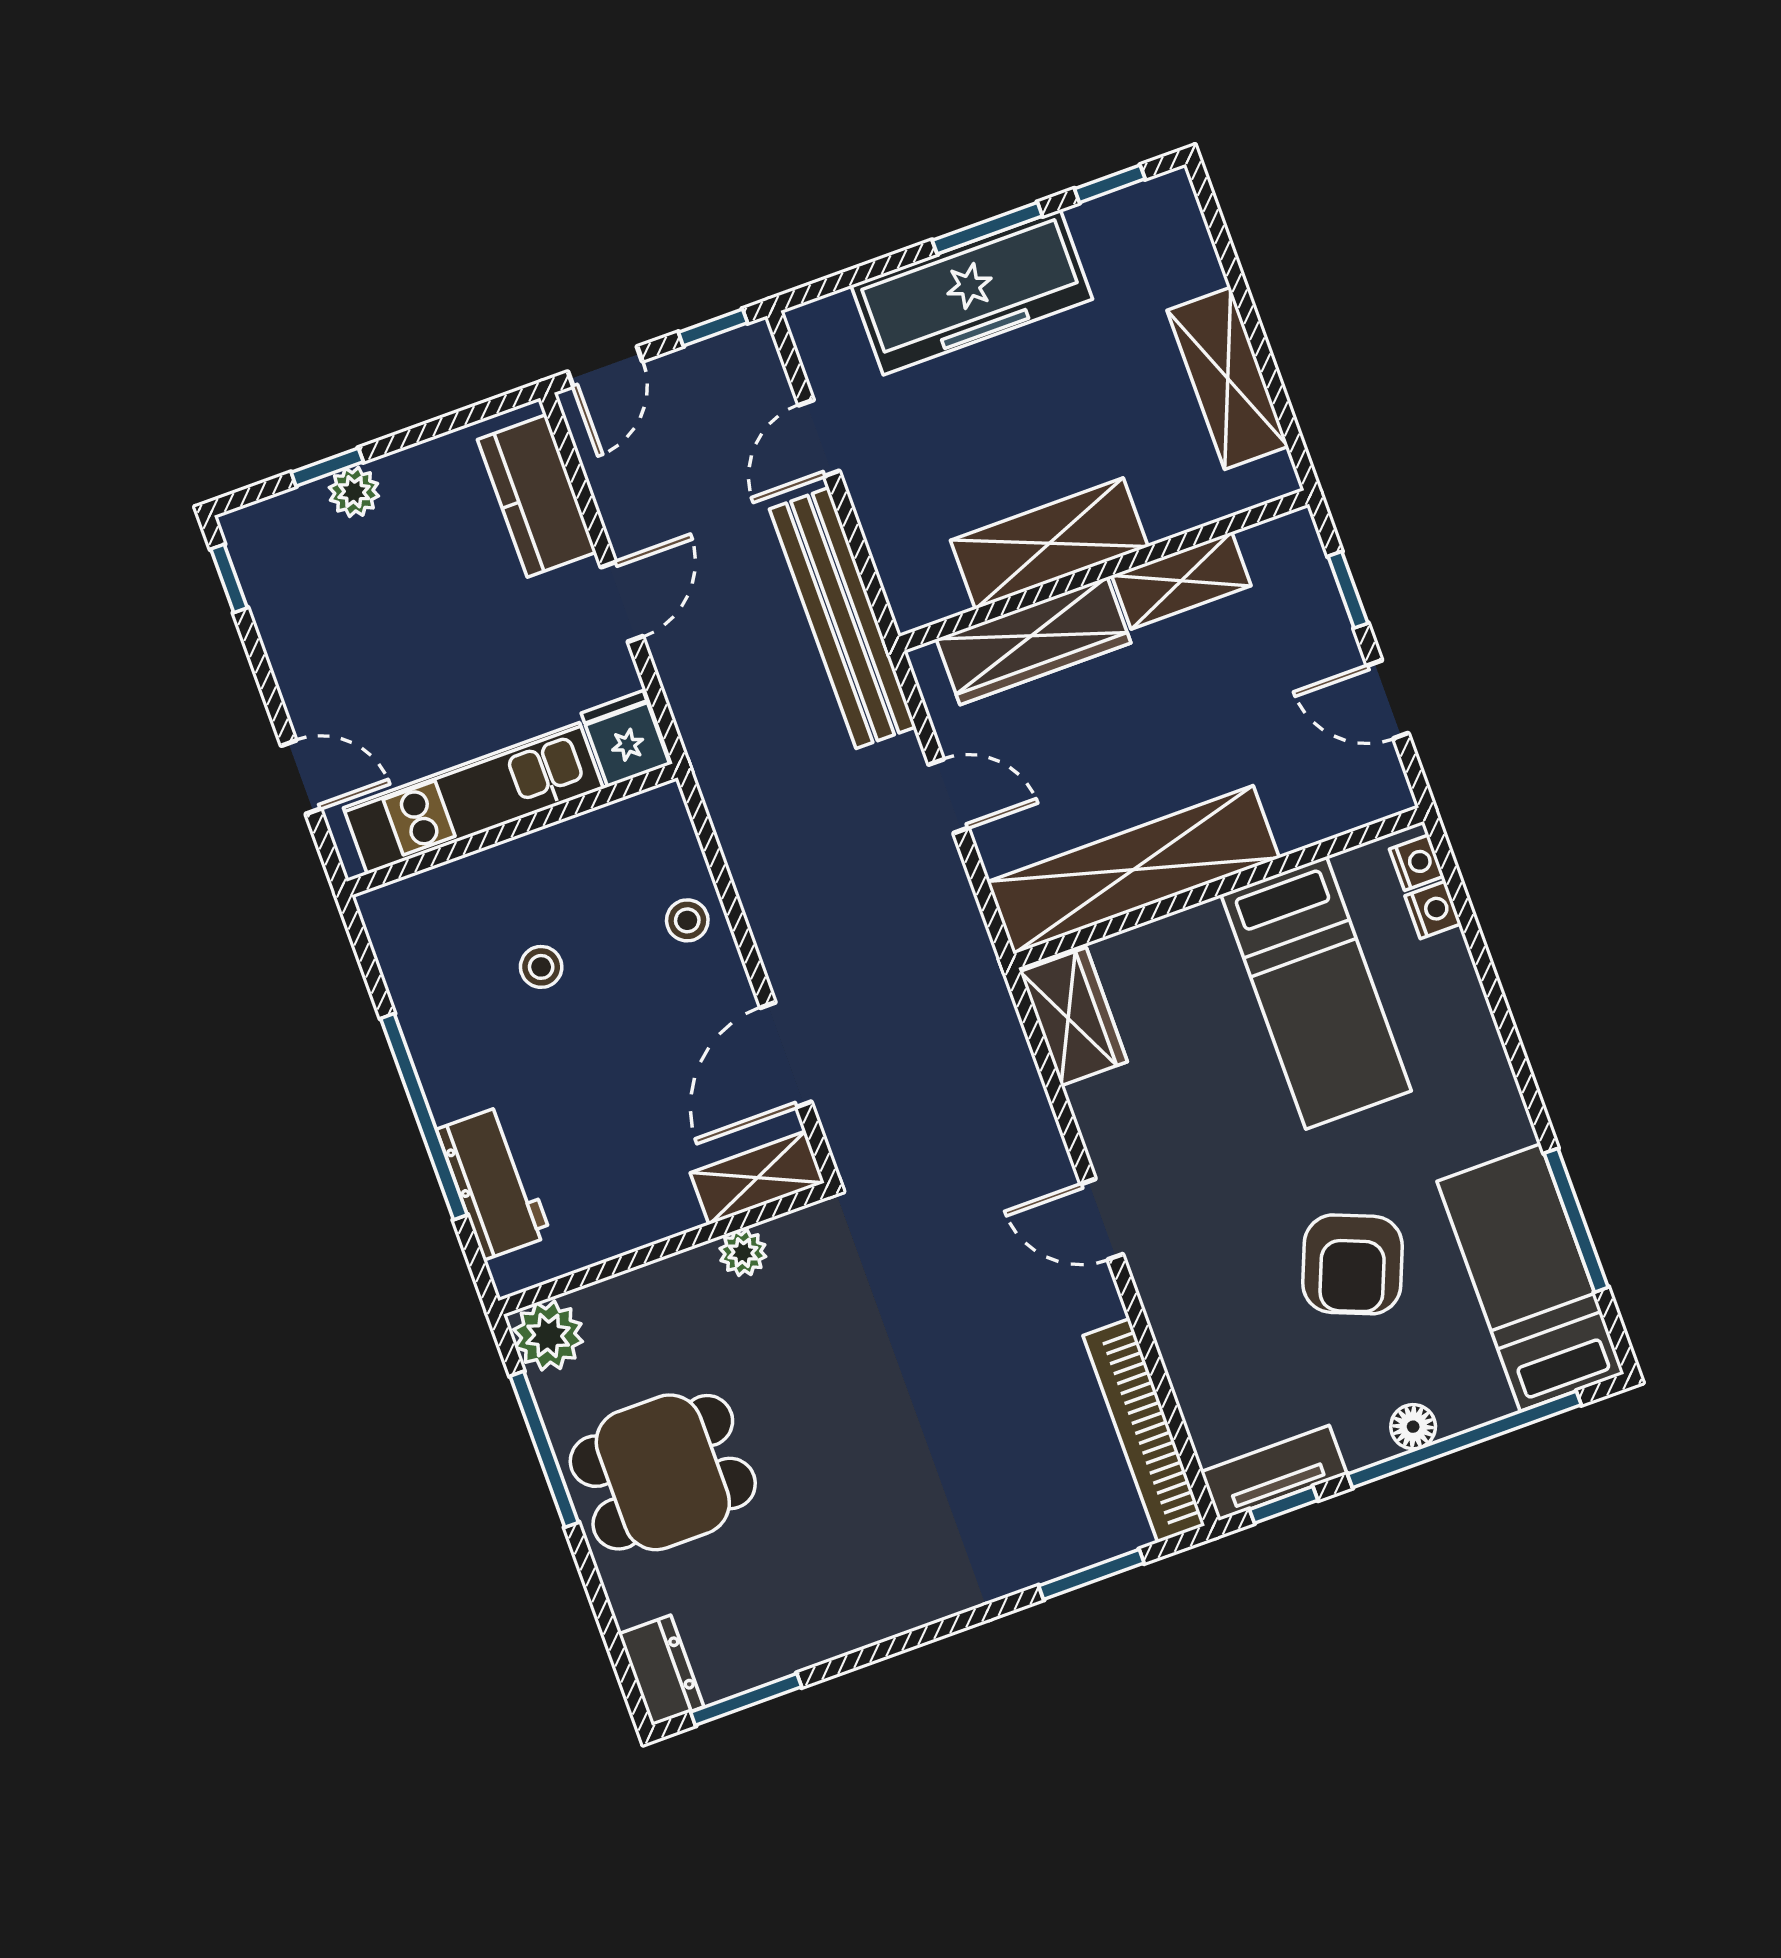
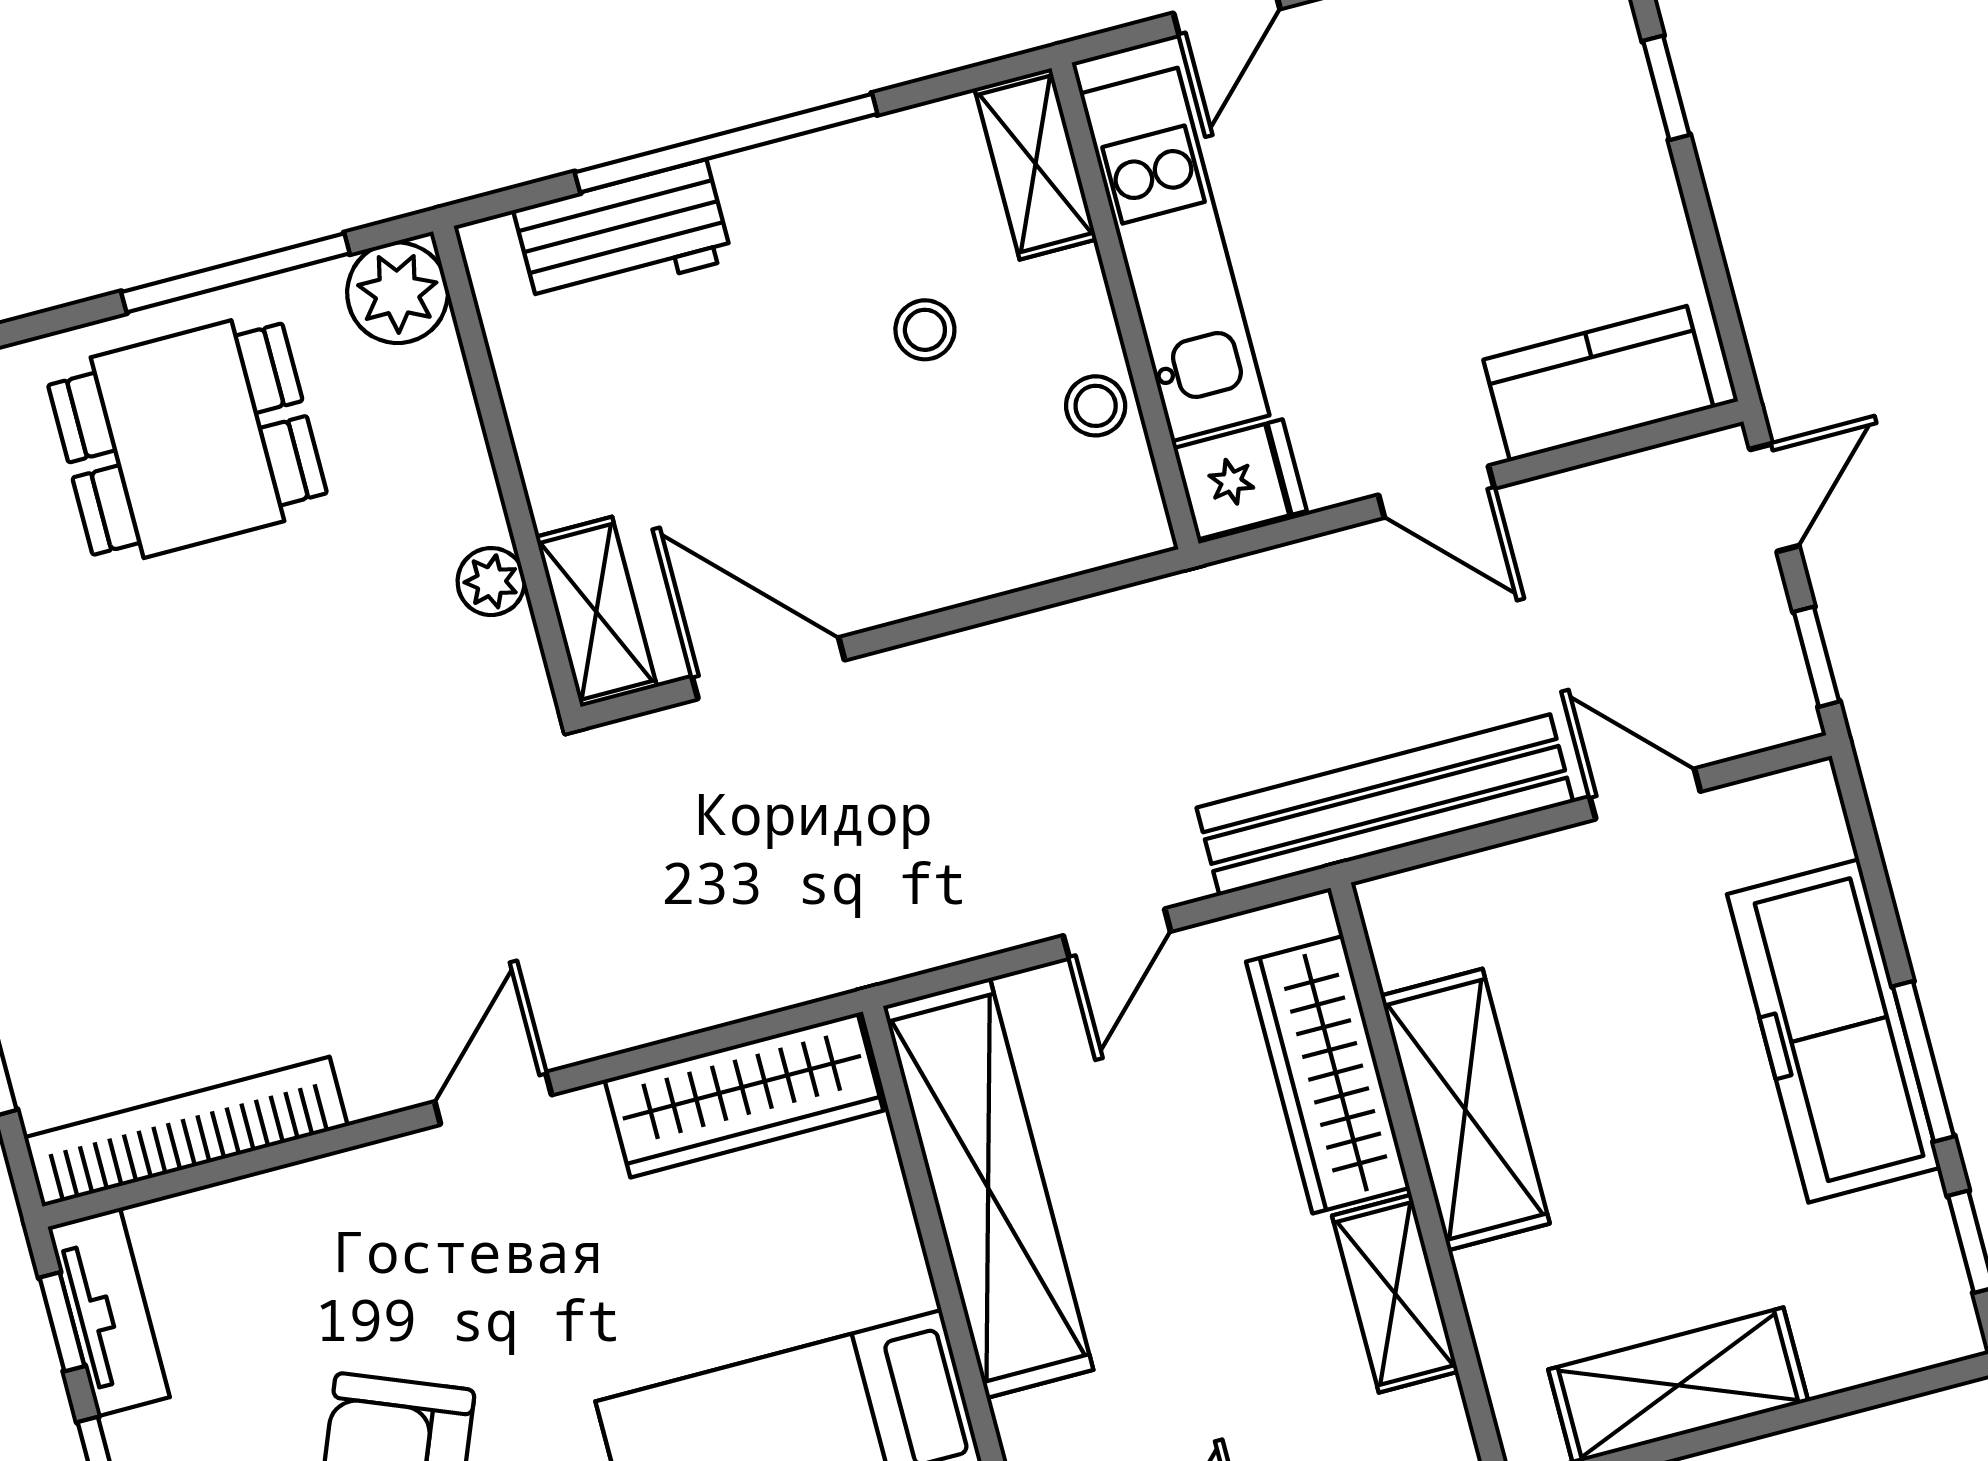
door: (605, 367) -> (1774, 498), swing flipped
plant: (354, 492) -> (1627, 123), removed
shelving: (419, 900) -> (1036, 164), added
stool: (687, 920) -> (1096, 406), moved
wardrobe: (1074, 1017) -> (744, 1095), width x1.50
dining table: (663, 1472) -> (187, 439), turned 90

